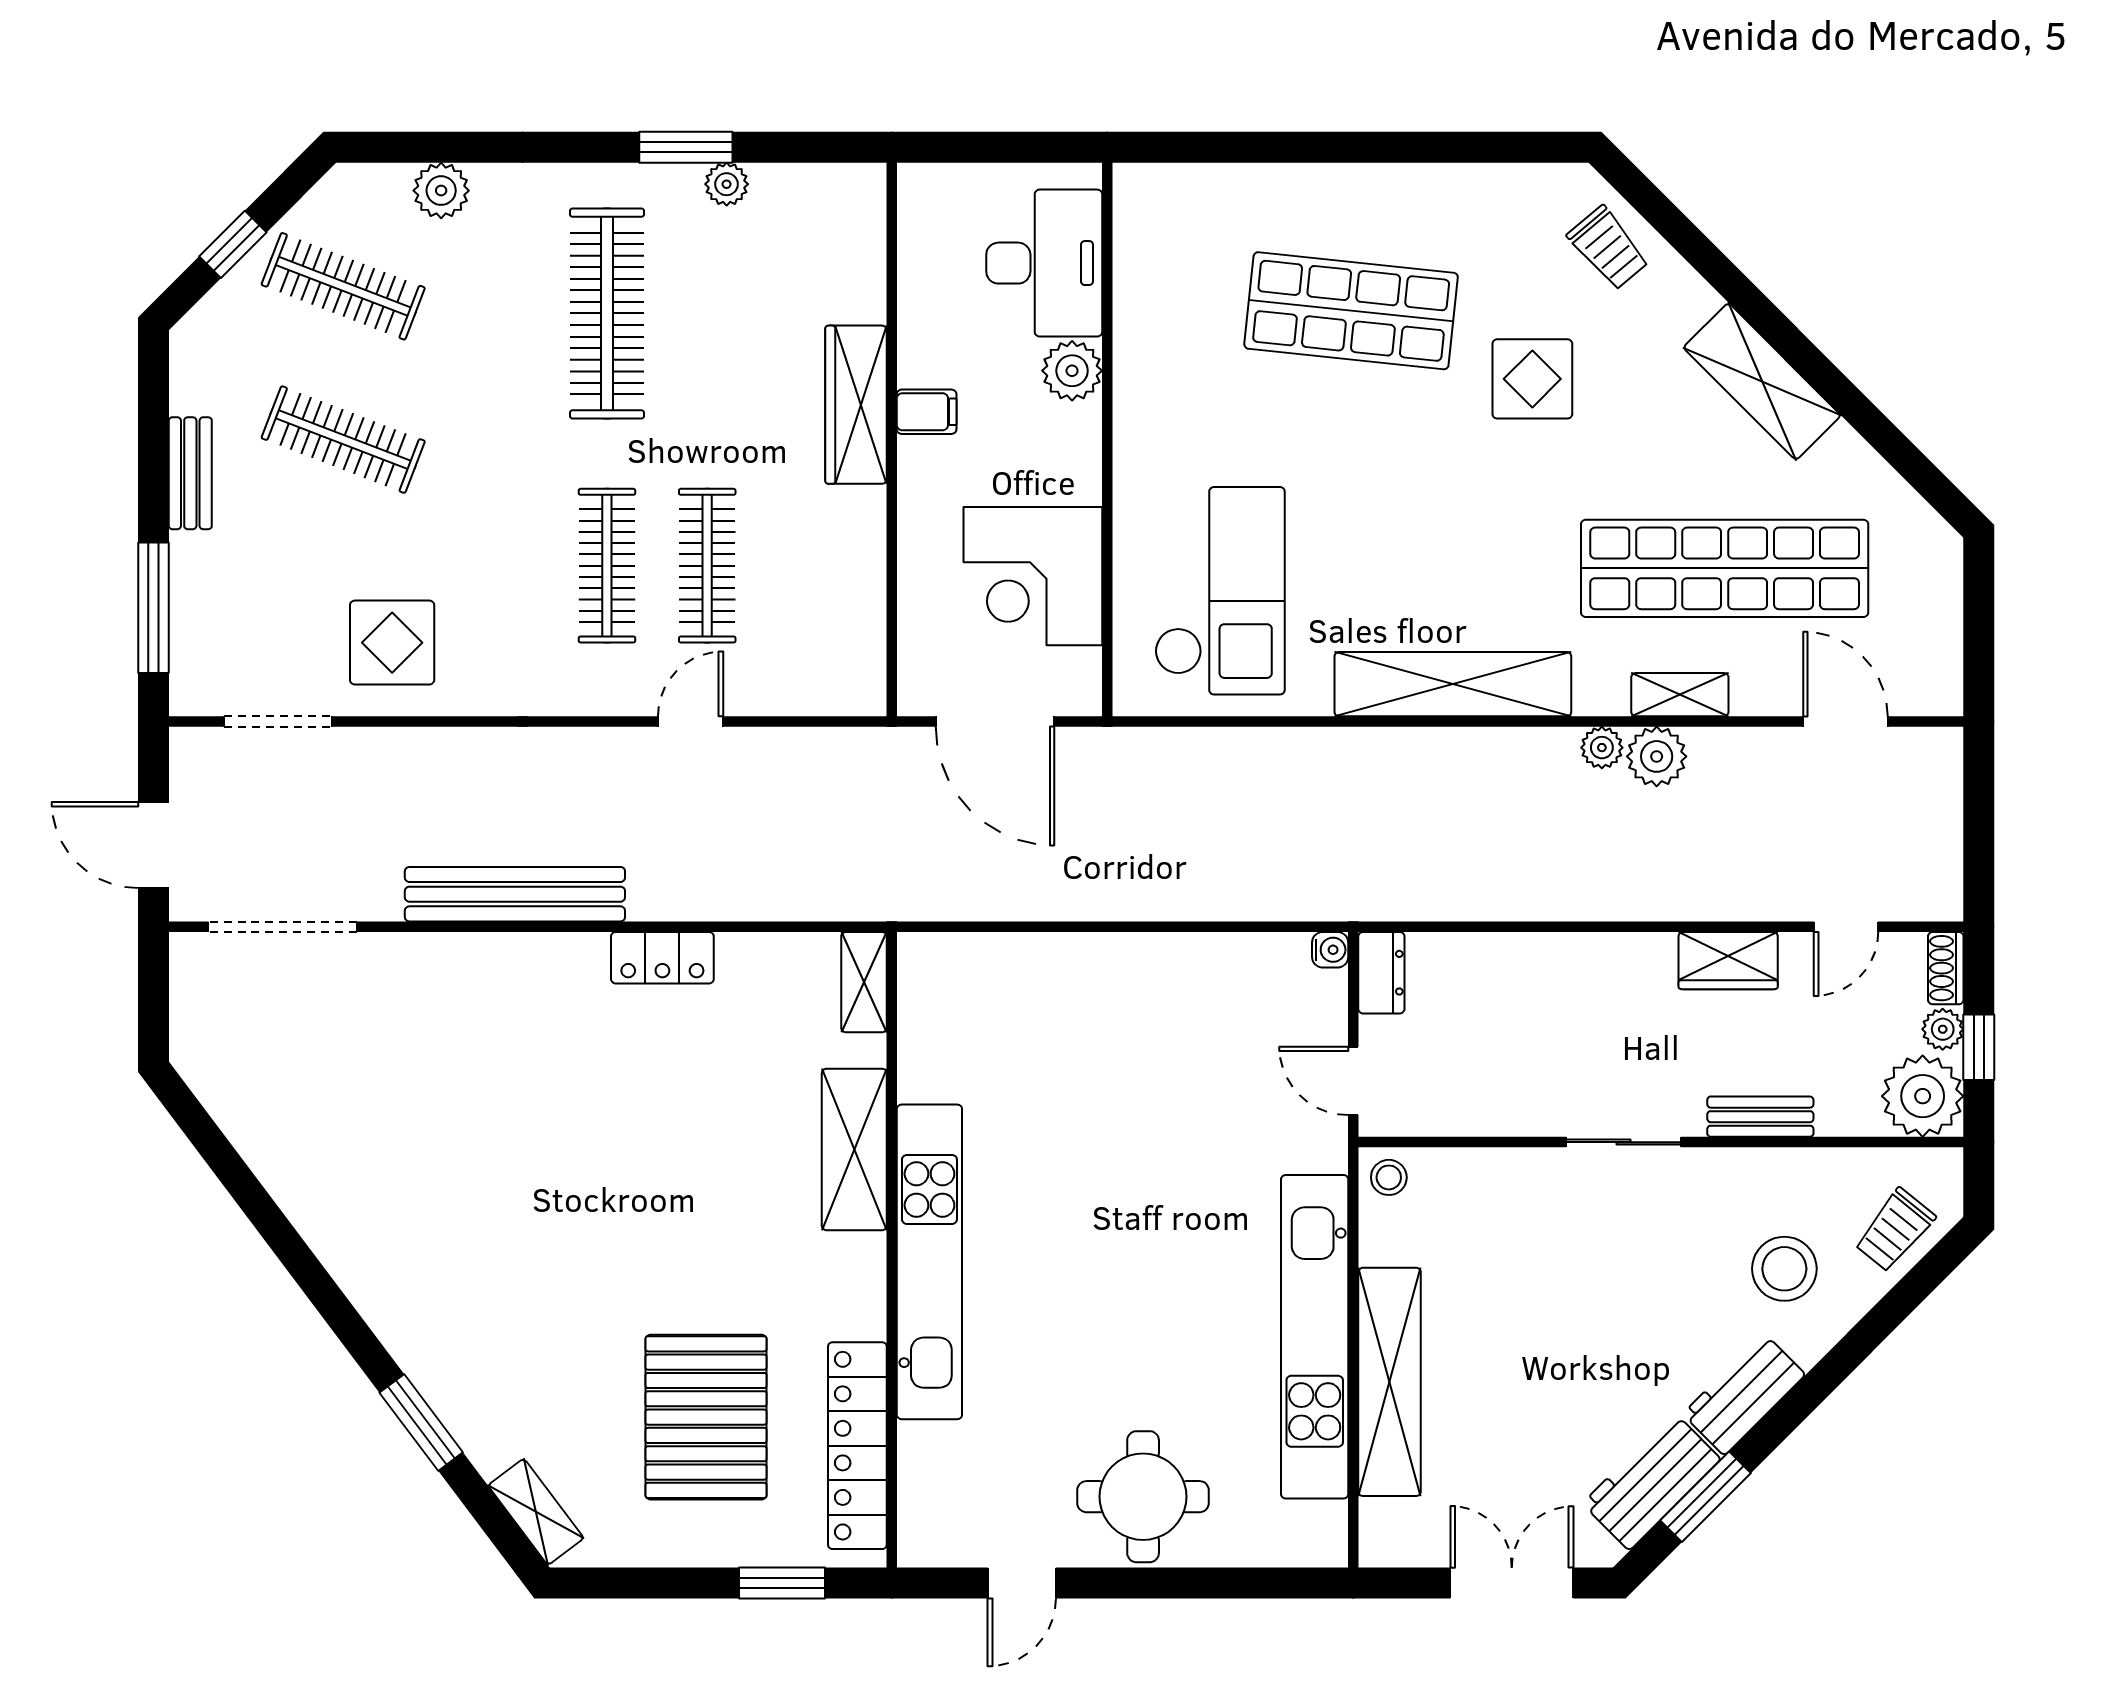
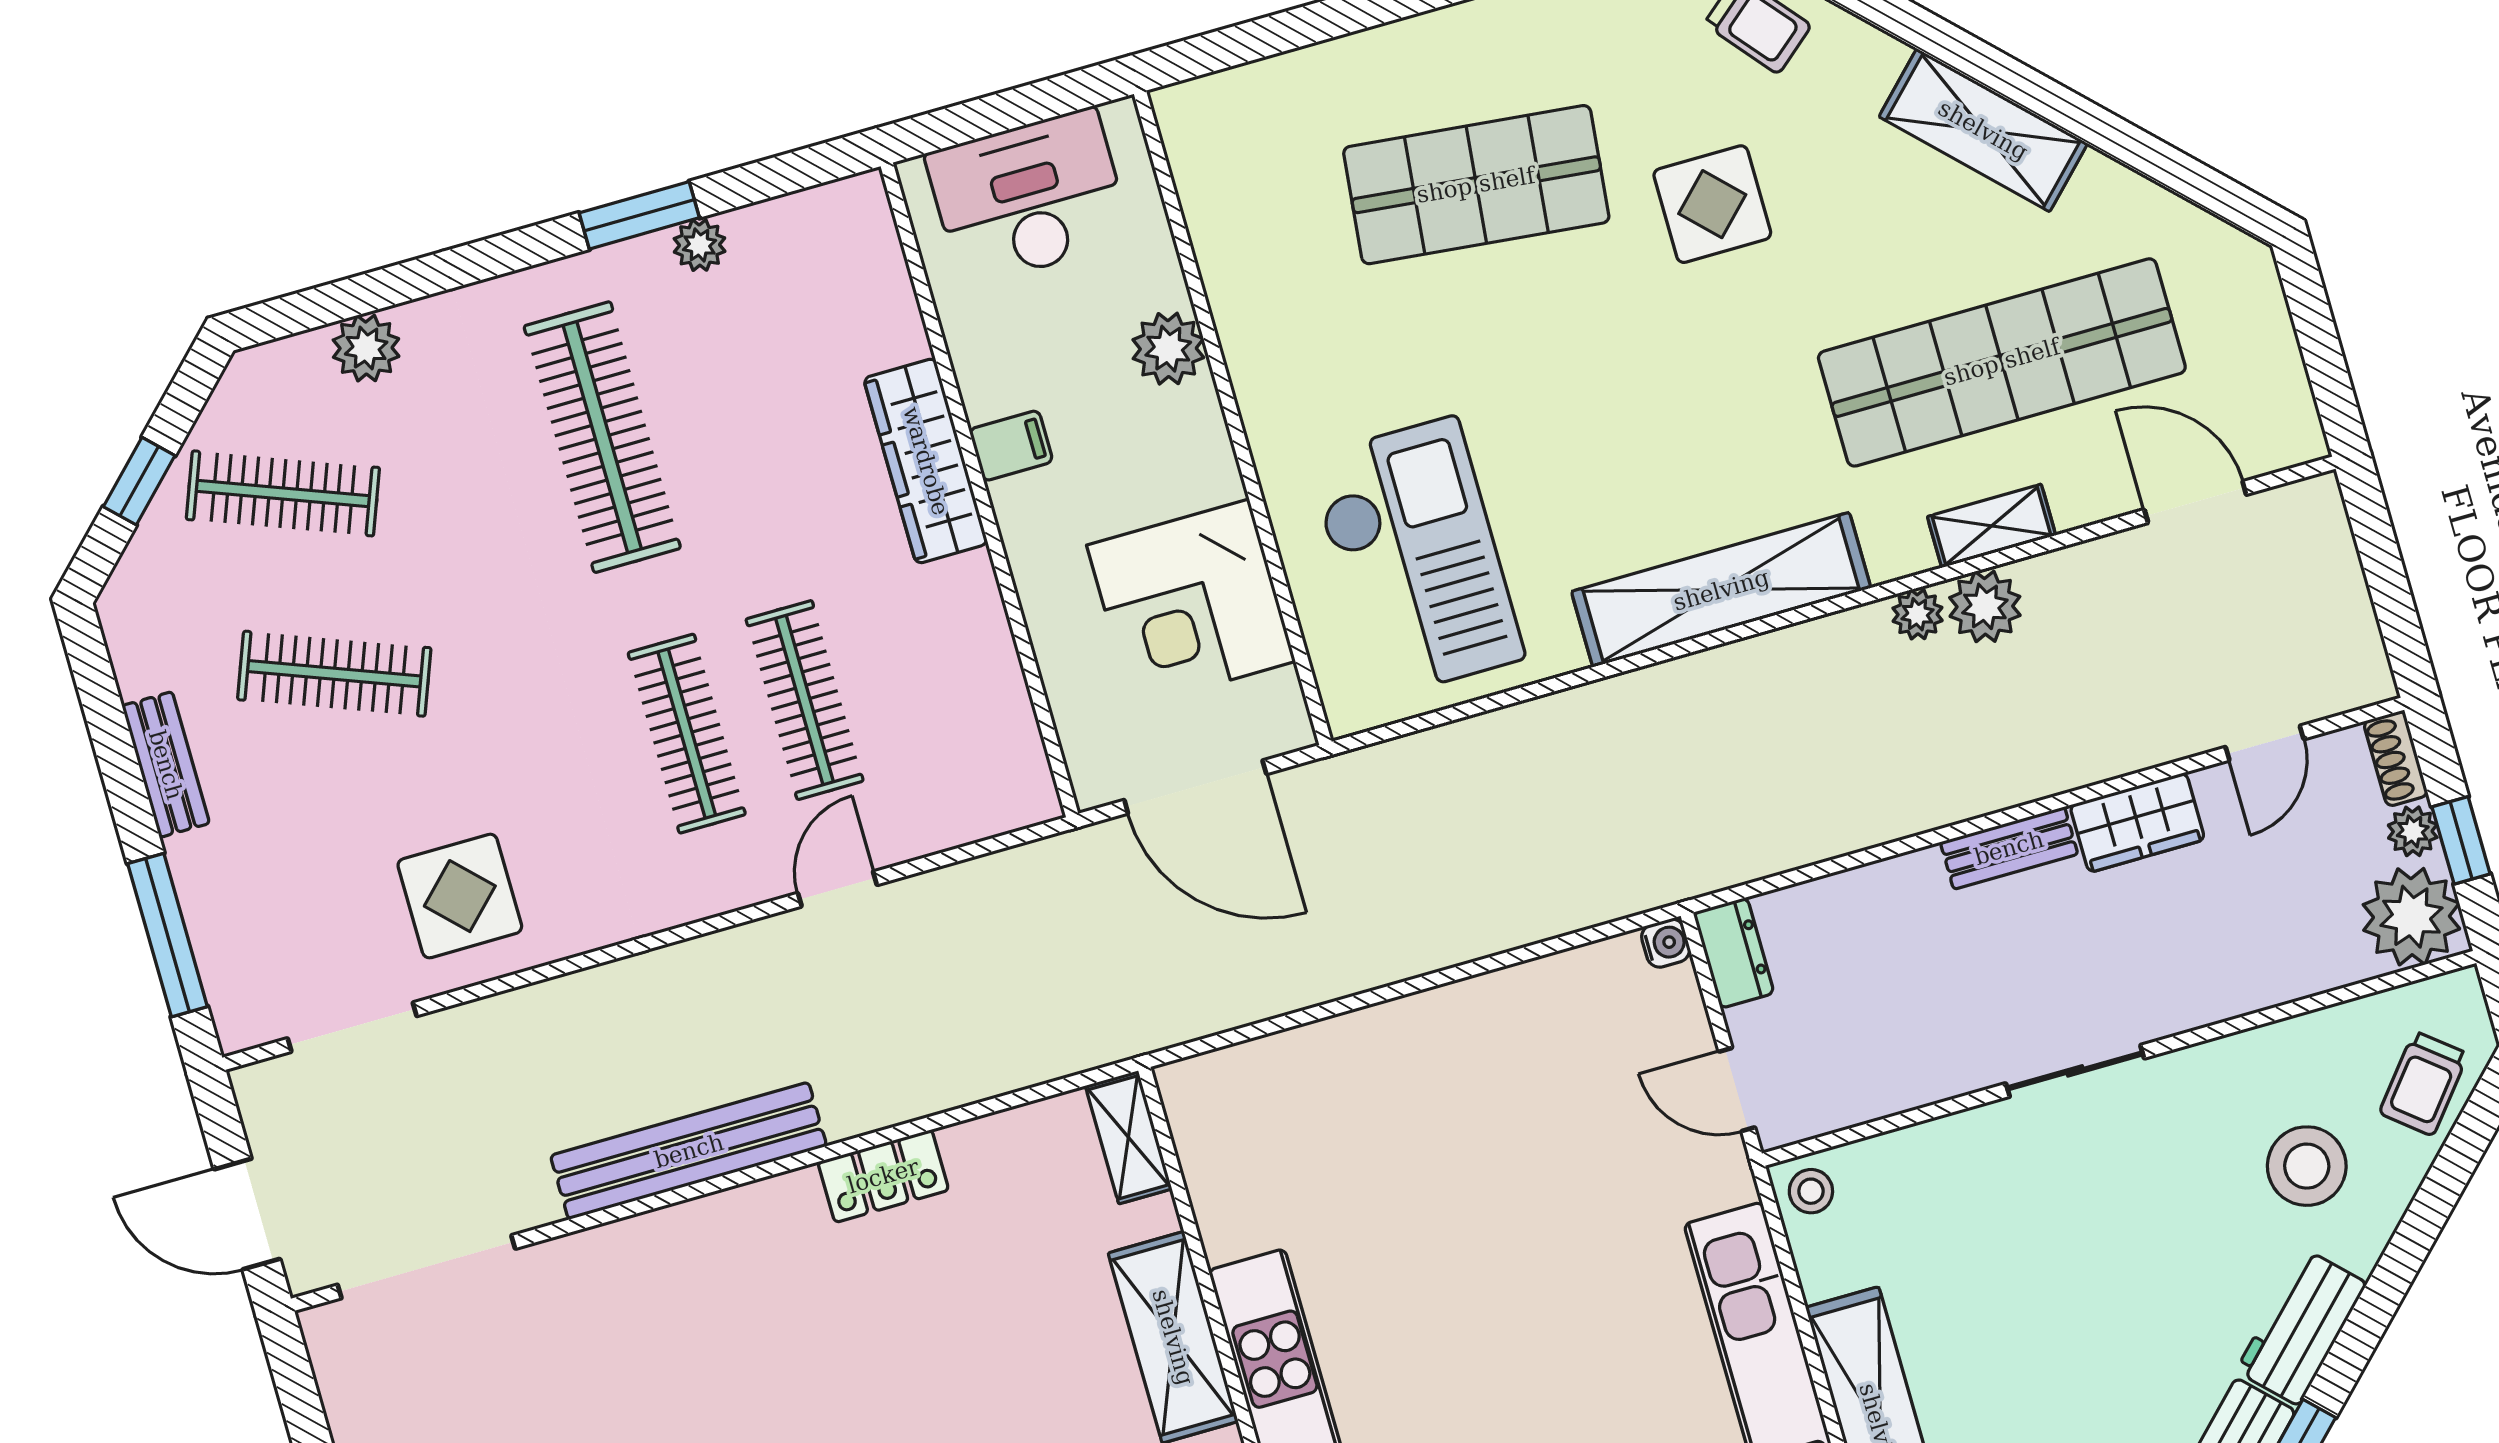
desk: (1044, 263) -> (1029, 197), moved, turned -90
bench: (1760, 1117) -> (2009, 848), moved

